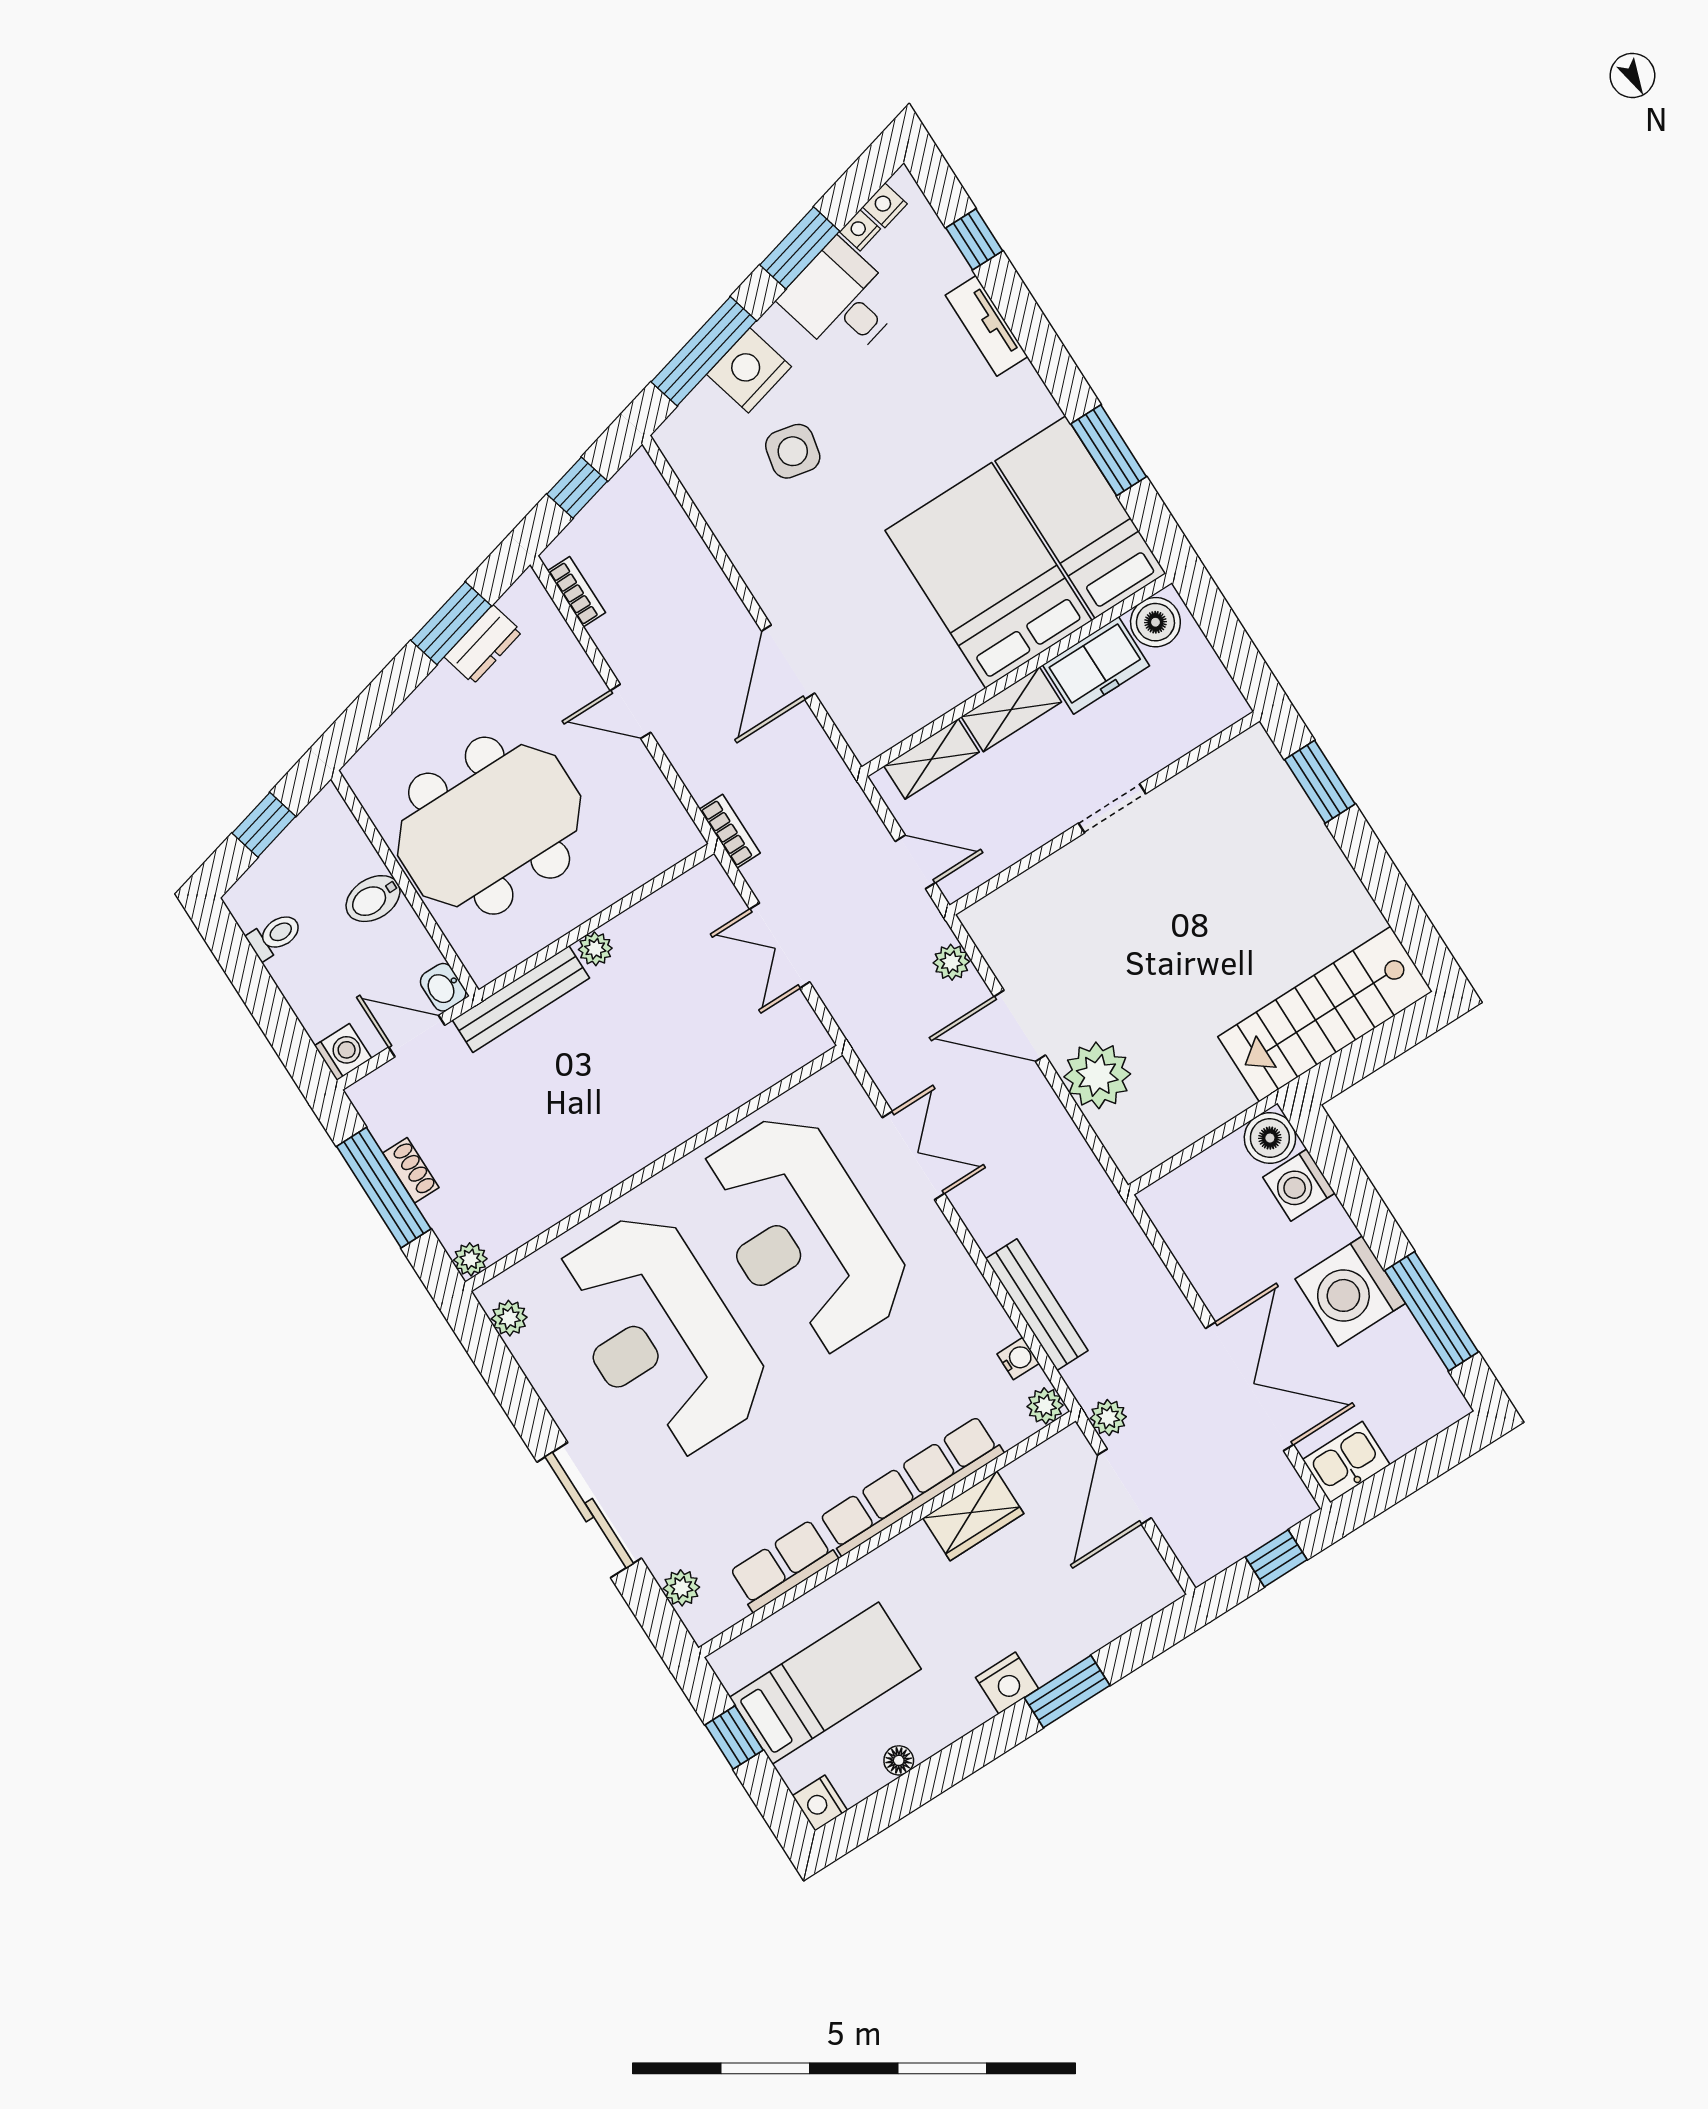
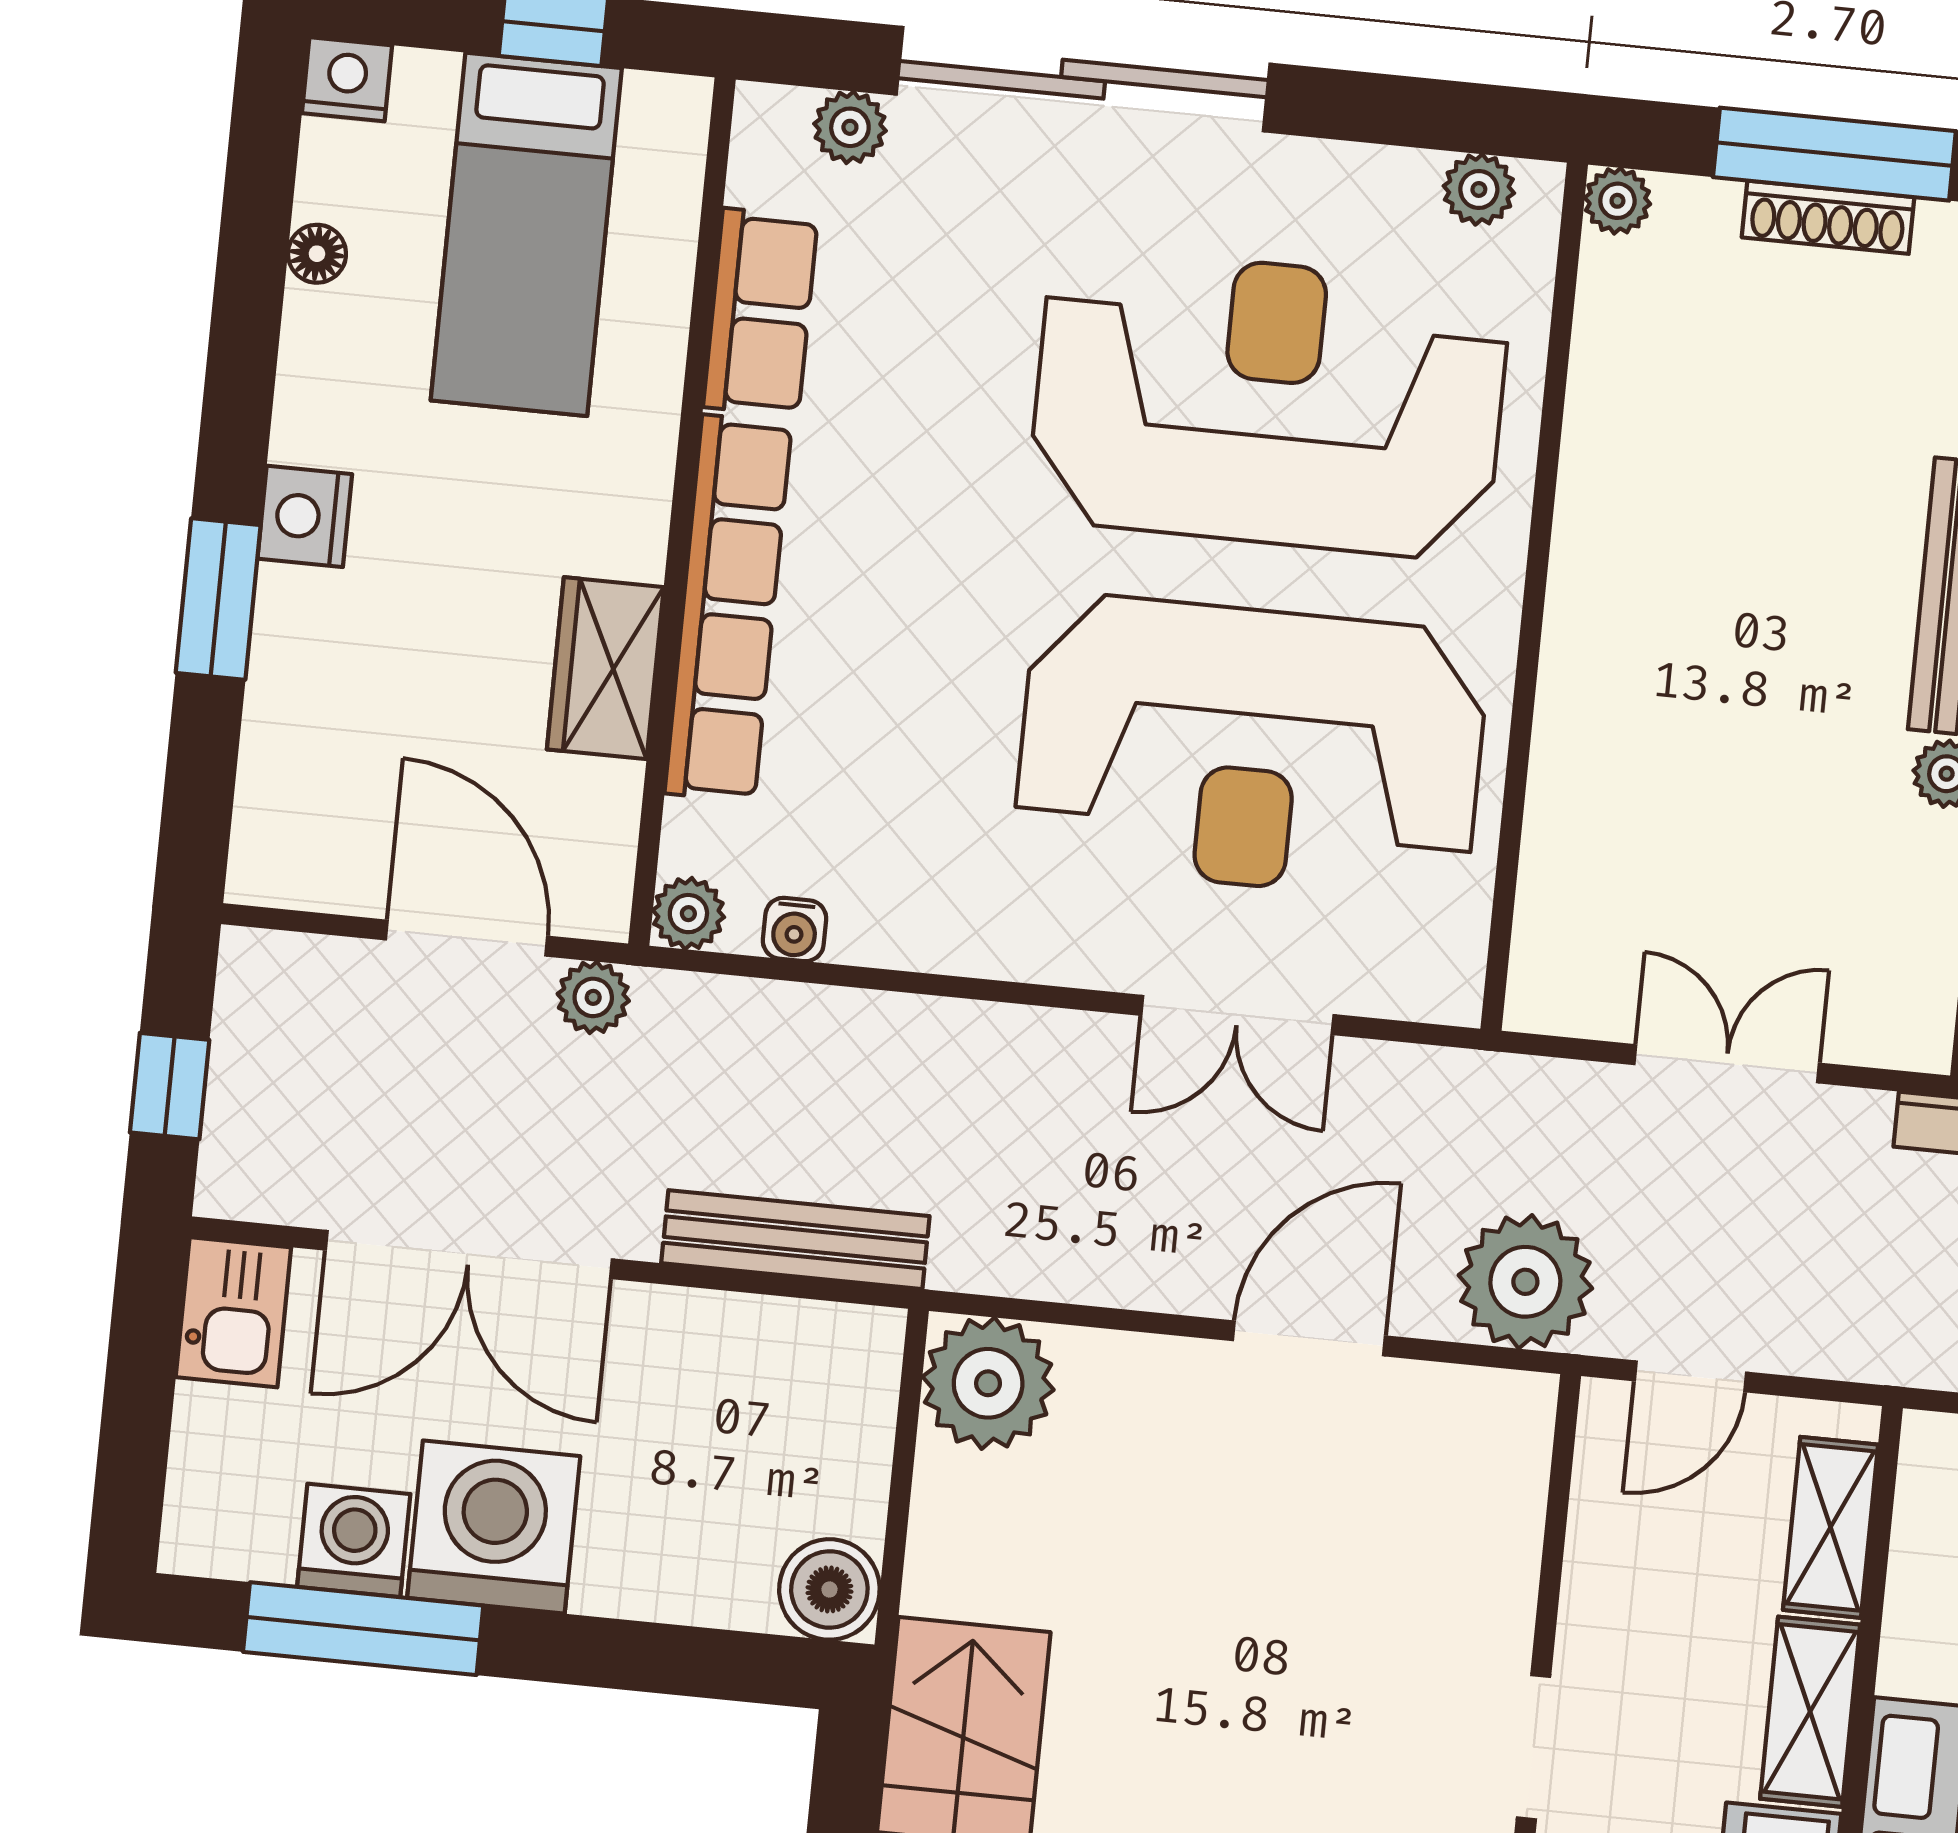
plant: (951, 962) -> (1525, 1282), width x1.87, depth x1.87
plant: (1097, 1075) -> (988, 1383), moved
shoe rack: (411, 1170) -> (1828, 217), width x1.43
washing machine: (1299, 1185) -> (354, 1540), moved
reception desk: (803, 1234) -> (1251, 747), turned 180
bench: (1037, 1305) -> (795, 1240), moved
sliding door: (589, 1510) -> (1083, 79), width x1.36

